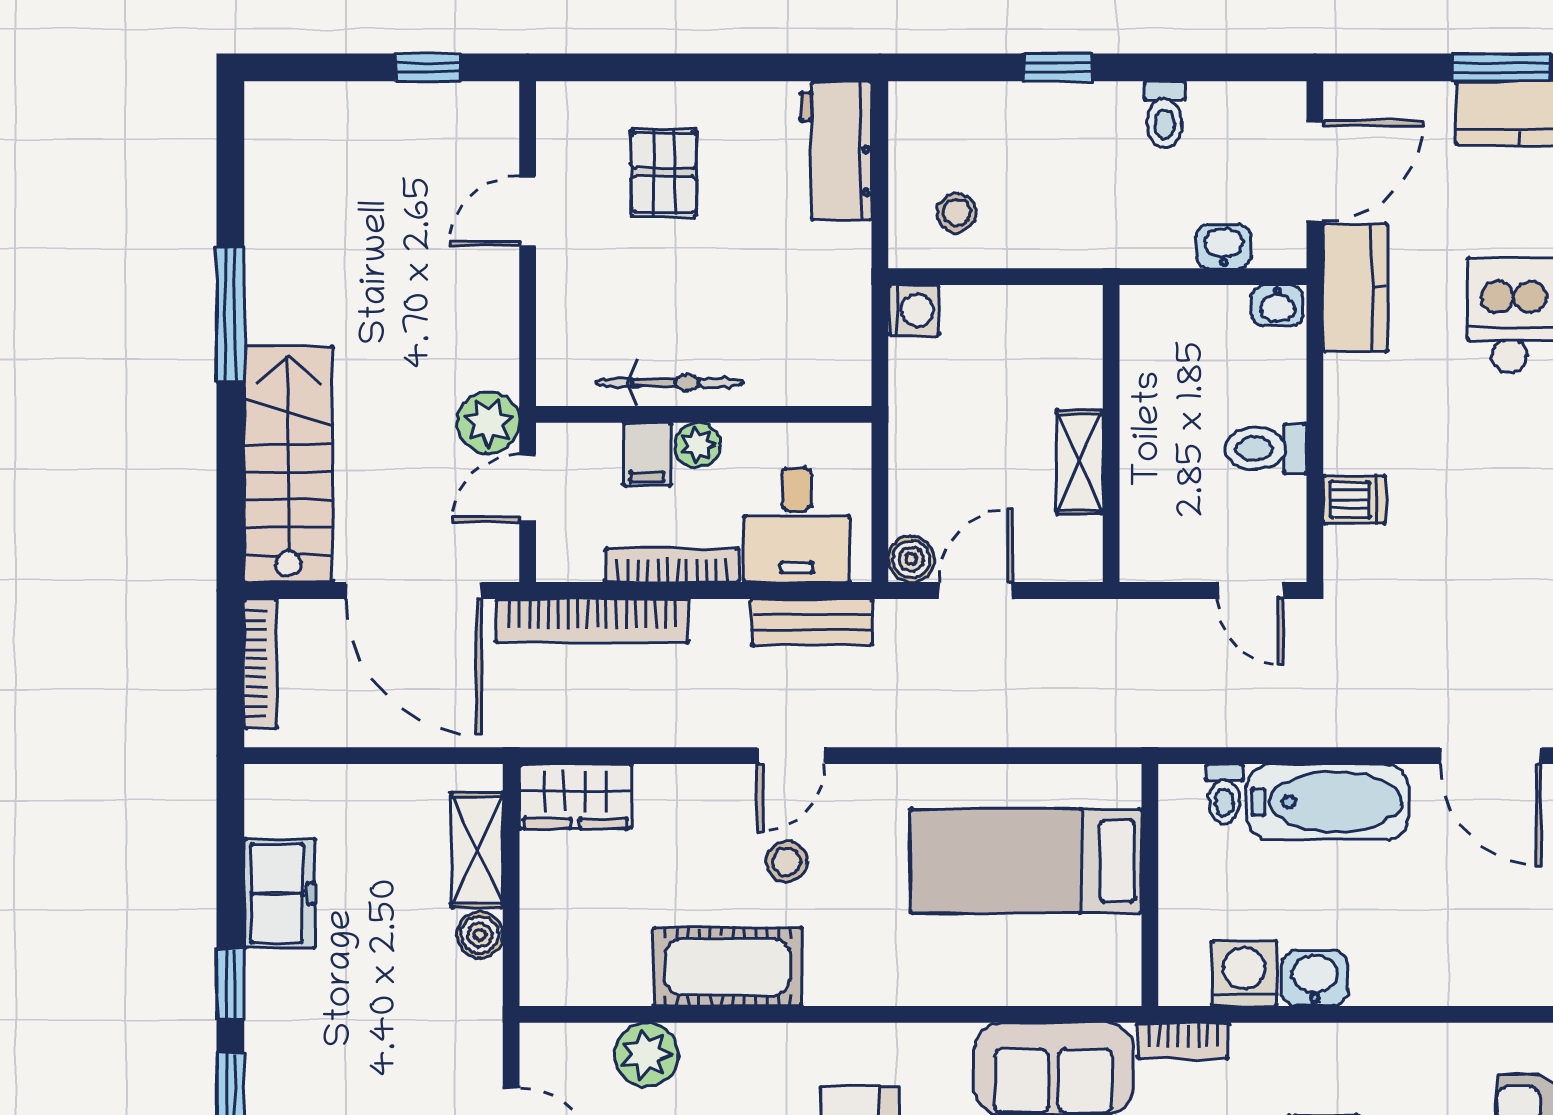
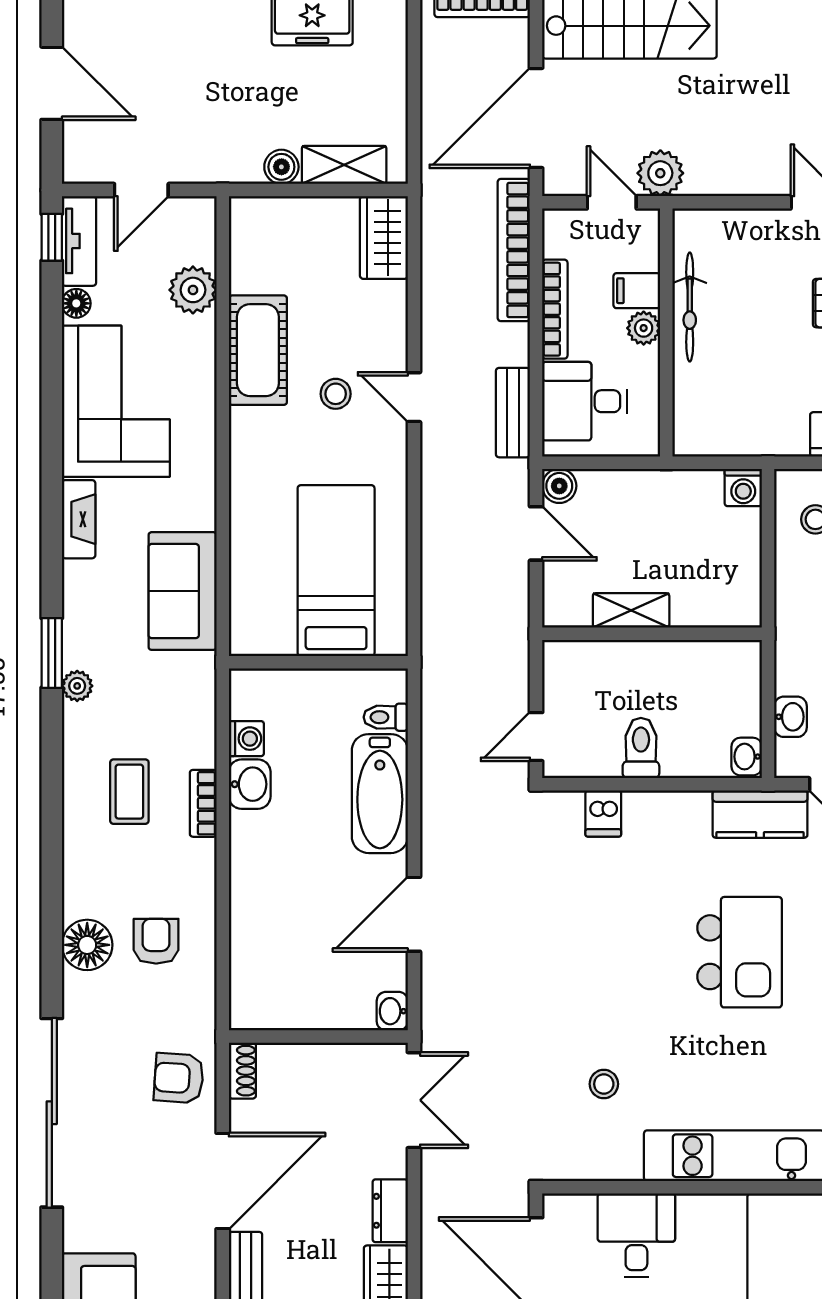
washing machine: (1244, 973) -> (246, 739), width x0.73, depth x0.73
bookcase: (1183, 1041) -> (203, 803), moved

